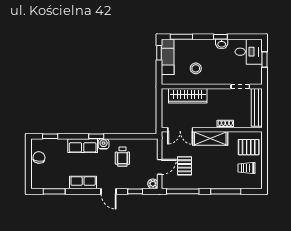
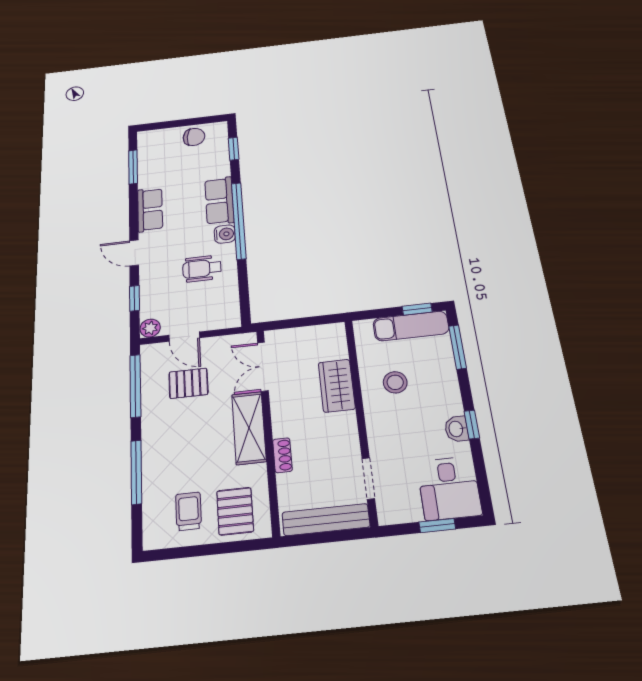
wardrobe: (188, 96) -> (337, 386), width x0.67
window: (96, 136) -> (239, 221), width x3.17
door: (109, 191) -> (134, 253), hinge flipped

